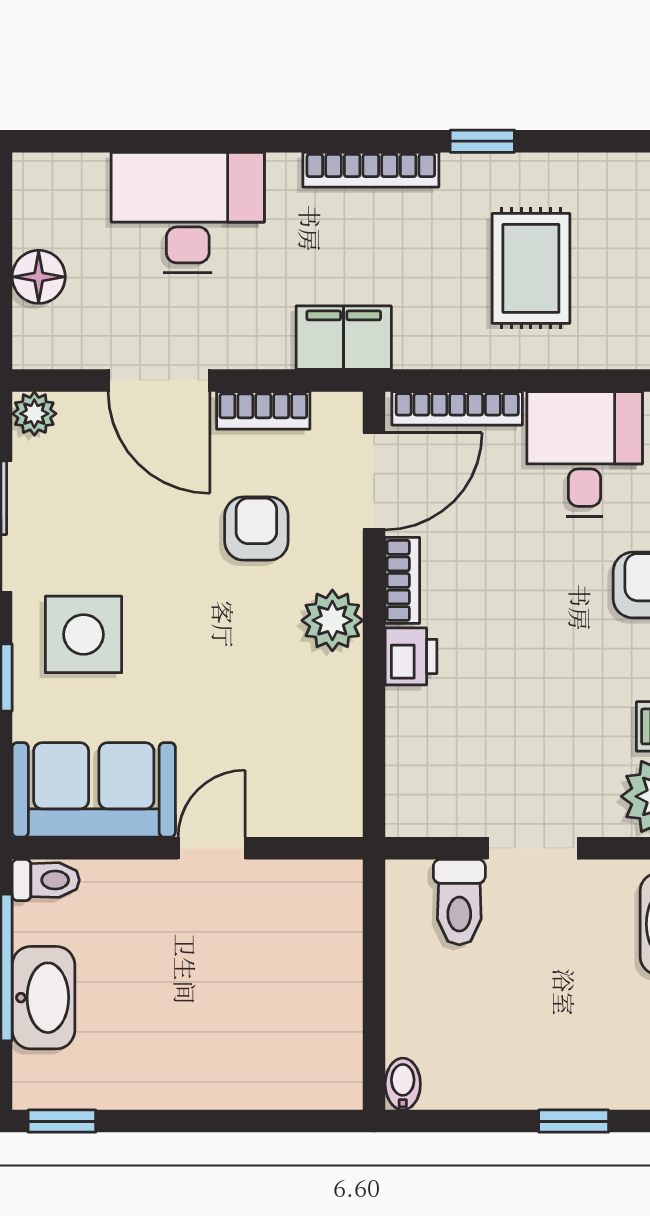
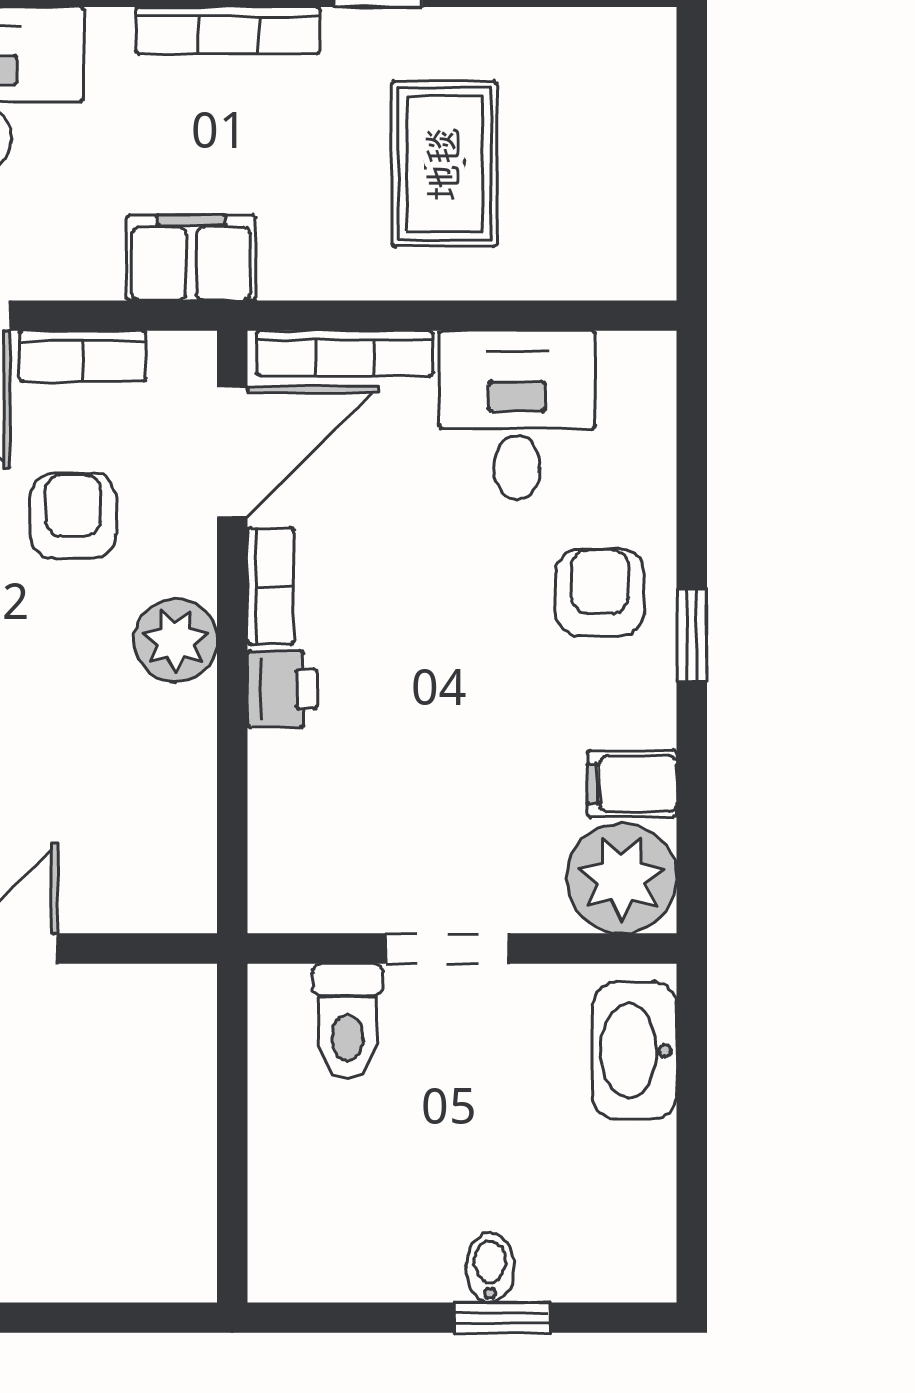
bidet: (403, 1084) -> (490, 1267), moved

